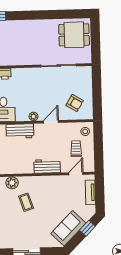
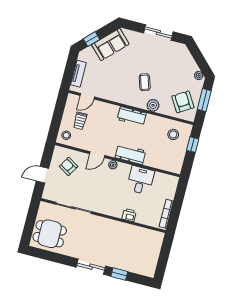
sliding door: (27, 15) -> (91, 267), added
door: (97, 88) -> (42, 175), added
workbench: (47, 166) -> (132, 116), moved

